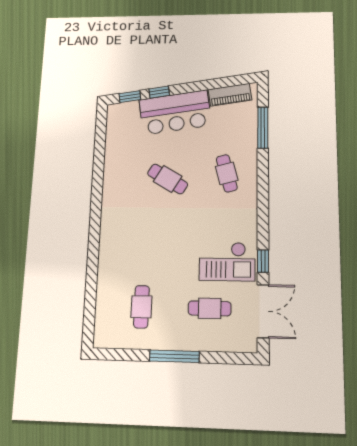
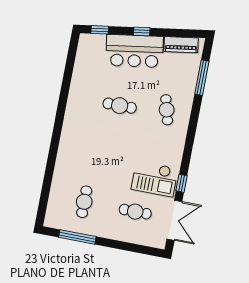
window: (159, 92) -> (142, 32), moved
cafe table: (168, 179) -> (120, 106), turned -31
window: (174, 356) -> (77, 237), moved

